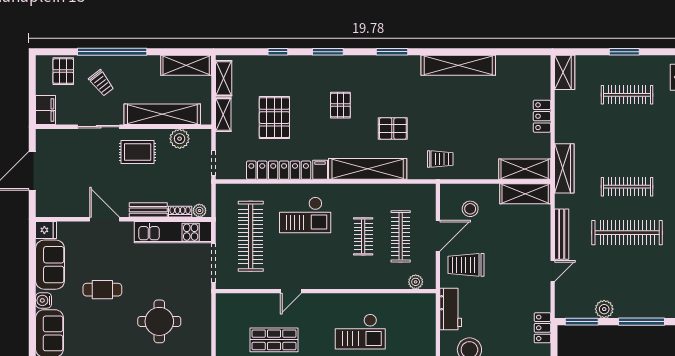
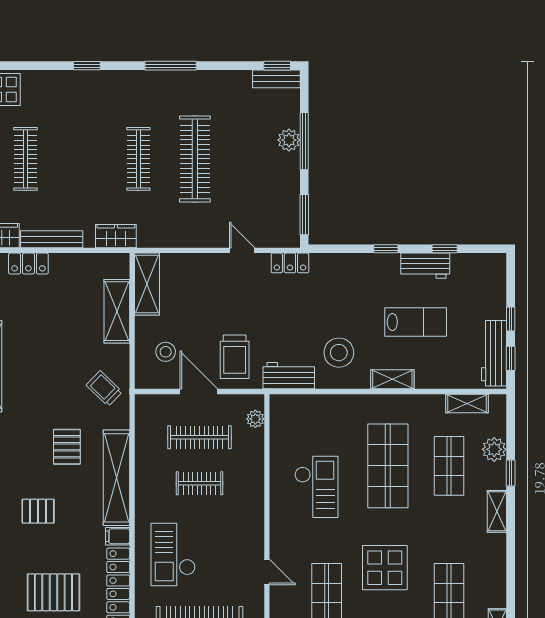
locker: (542, 116) -> (28, 264), moved
trolley: (440, 159) -> (104, 388), turned -46
wardrobe: (564, 168) -> (116, 236), width x0.67
shelving: (525, 169) -> (117, 311), moved
checkout: (305, 215) -> (173, 555), turned 180
bench: (562, 234) -> (52, 239), moved
plant: (604, 309) -> (289, 140), moved
locker: (542, 328) -> (290, 263), moved

